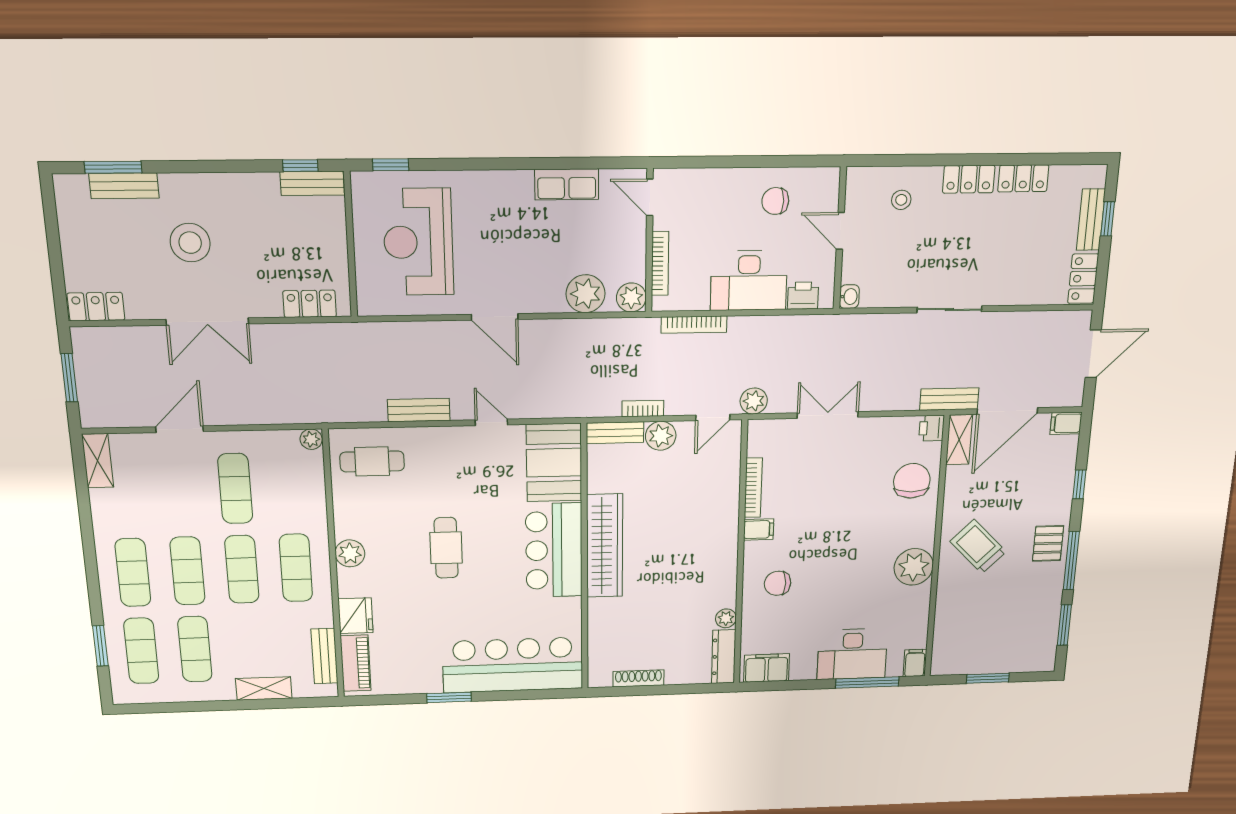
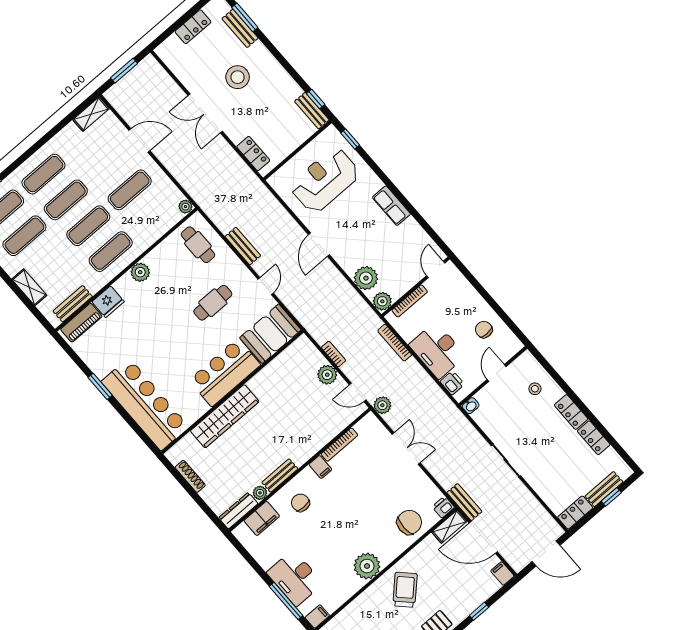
row of seats: (567, 184) -> (391, 206), moved
locker: (96, 307) -> (193, 27), moved, turned 90
bench: (615, 433) -> (280, 476), moved, turned 90
wardrobe: (605, 546) -> (225, 416), moved
cafe table: (446, 548) -> (213, 303), moved
filing cabinet: (767, 668) -> (262, 518), moved, turned 90

